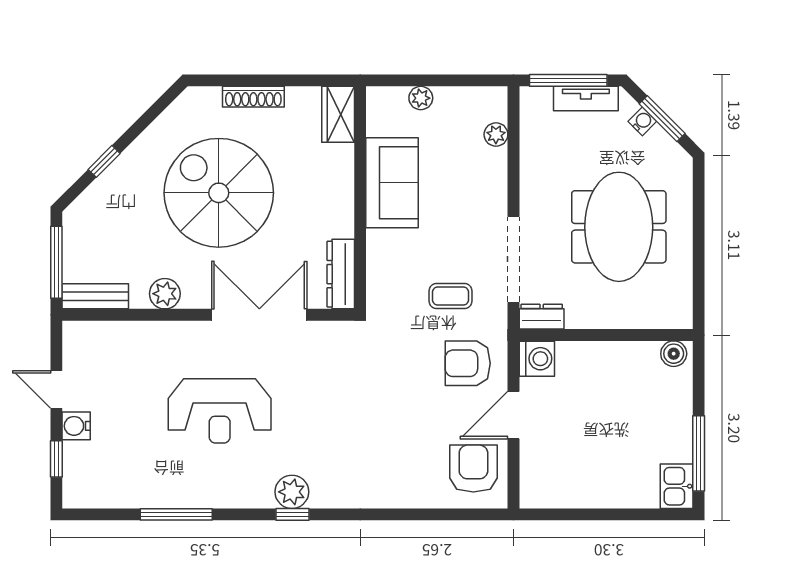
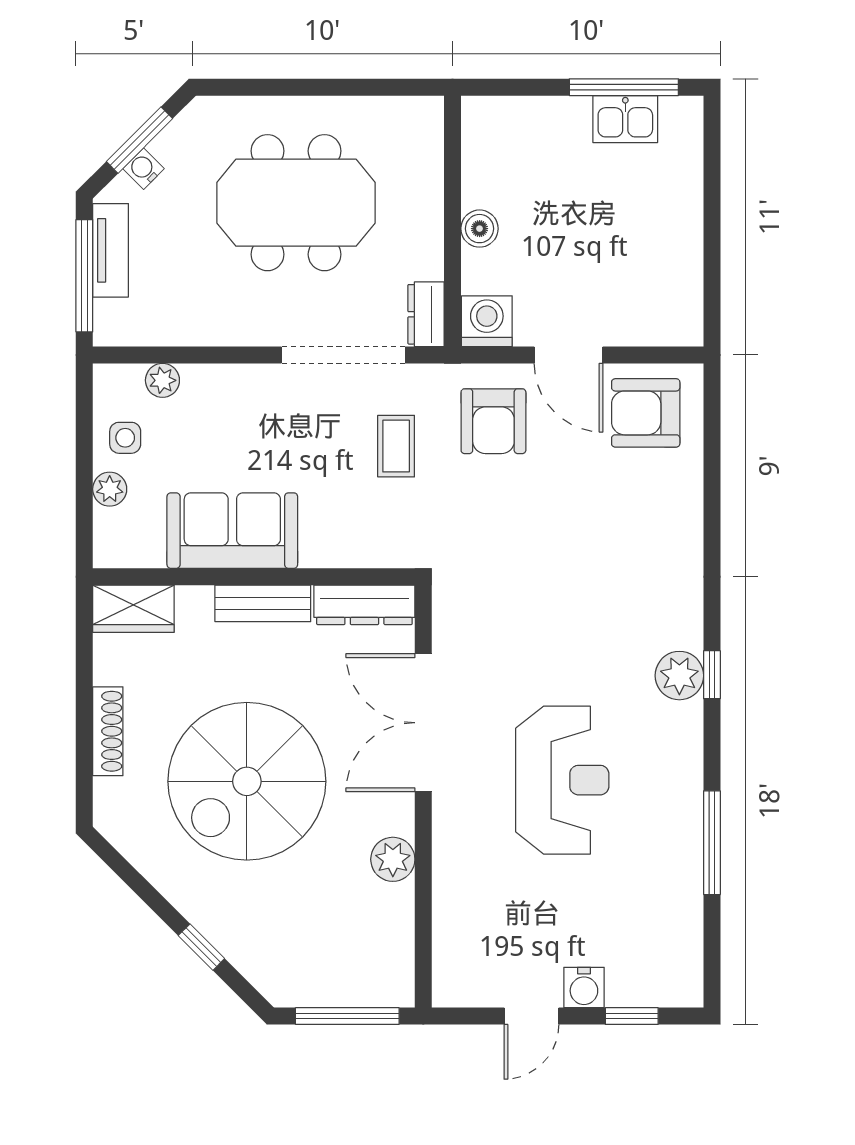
side table: (456, 109) -> (125, 438), added
bench: (95, 296) -> (263, 603), moved, turned 90
boiler: (674, 354) -> (480, 229), moved
kitchen sink: (677, 486) -> (625, 119), moved

